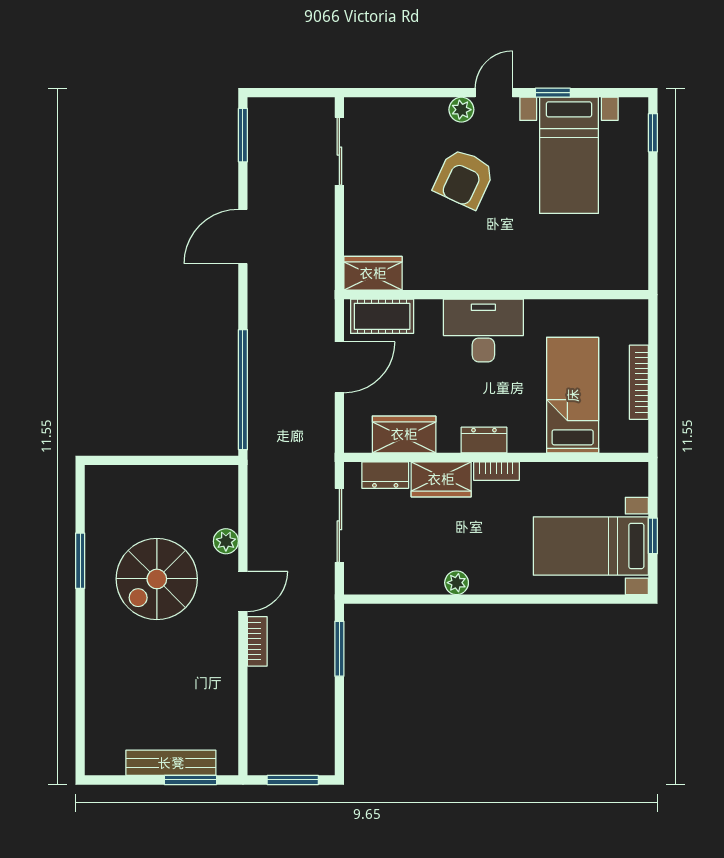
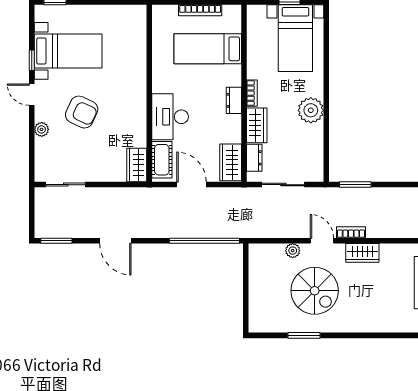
plant: (461, 110) -> (42, 129), moved
desk: (483, 330) -> (170, 117), moved
wardrobe: (404, 434) -> (231, 162), moved
plant: (457, 583) -> (311, 110), width x1.88, depth x1.88
wardrobe: (222, 661) -> (362, 253), added

